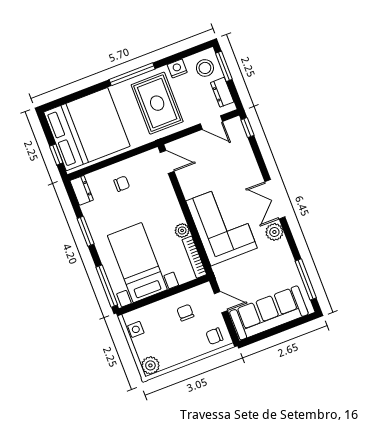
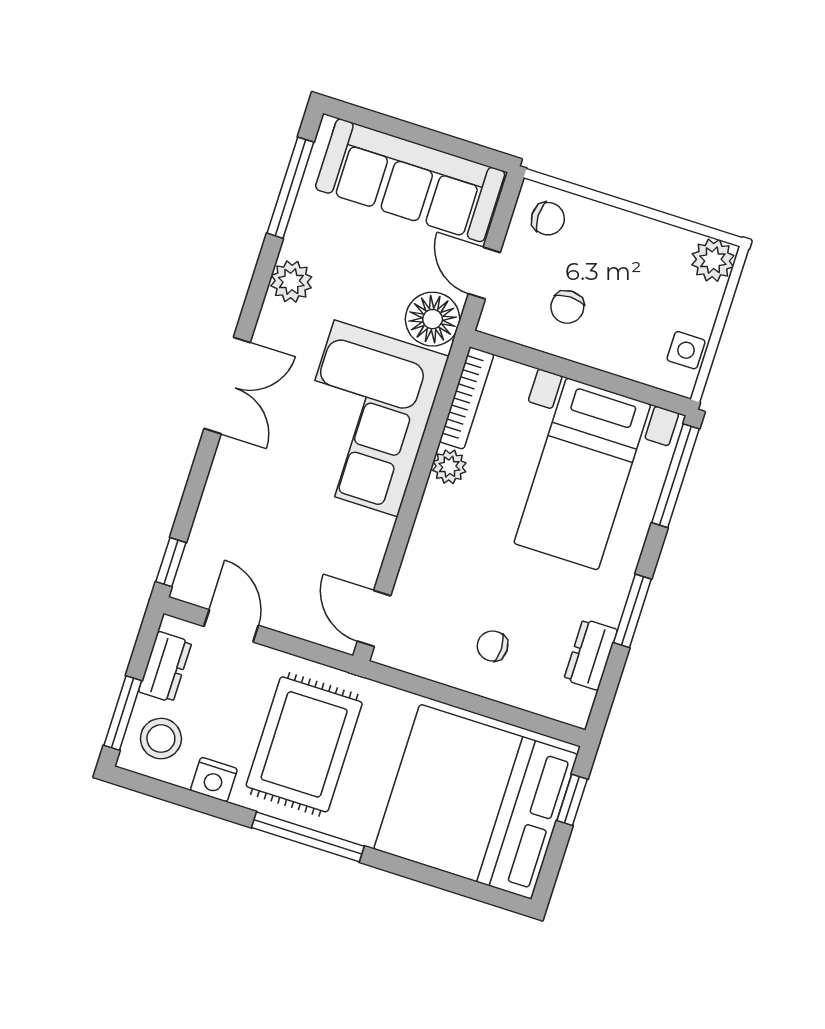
dresser: (82, 190) -> (591, 655), moved
plant: (274, 232) -> (291, 281), moved
floor lamp: (226, 274) -> (433, 319), added

